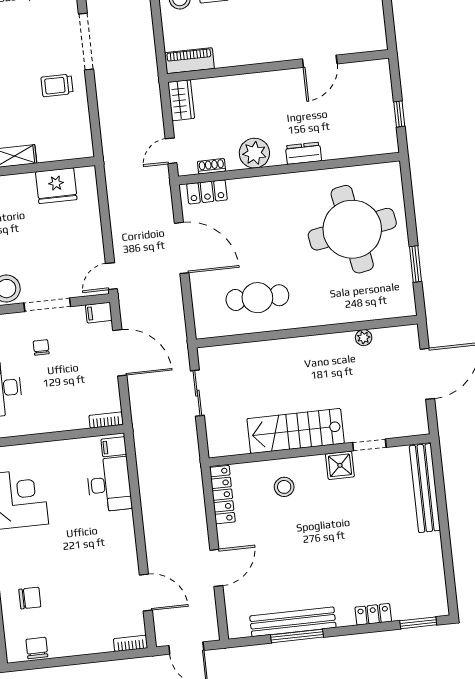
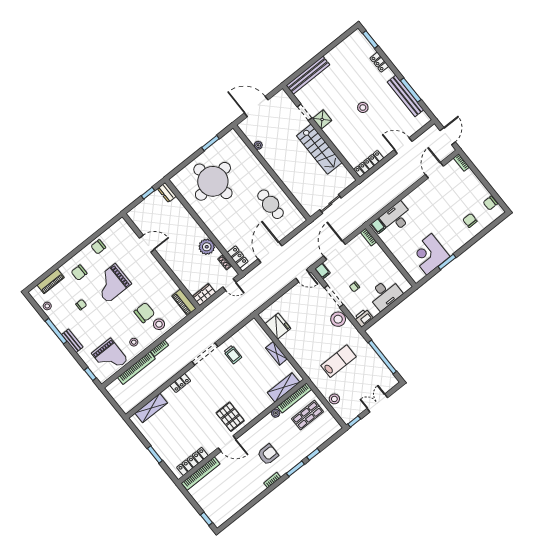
dresser: (303, 153) -> (167, 192), moved
stool: (284, 487) -> (363, 108), moved

